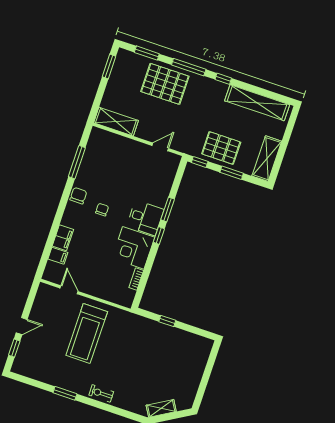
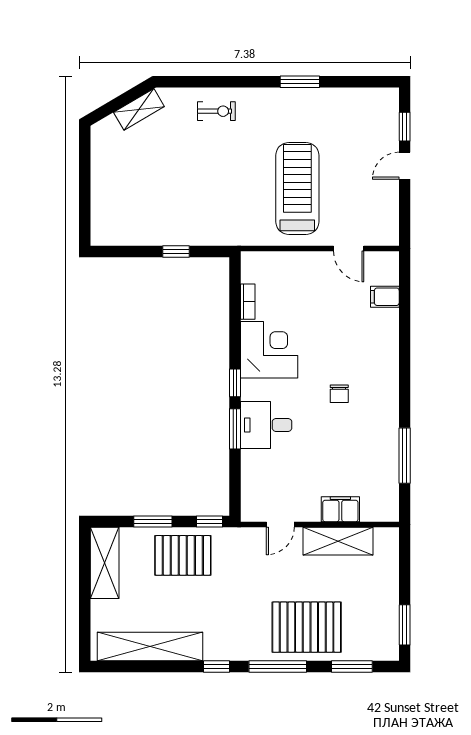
shelving: (116, 122) -> (338, 541), moved
chair: (78, 196) -> (384, 403), removed
desk: (145, 218) -> (266, 425), moved
filing cabinet: (63, 238) -> (340, 509), moved, turned 90
exercise bike: (101, 393) -> (216, 111), moved

